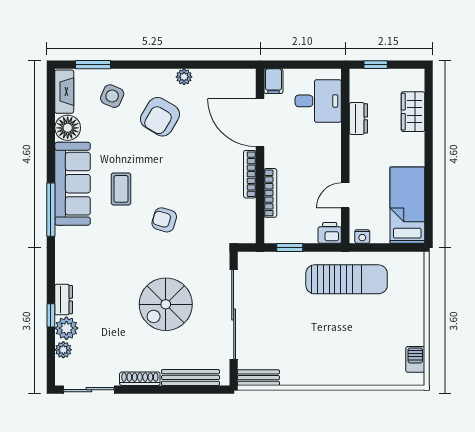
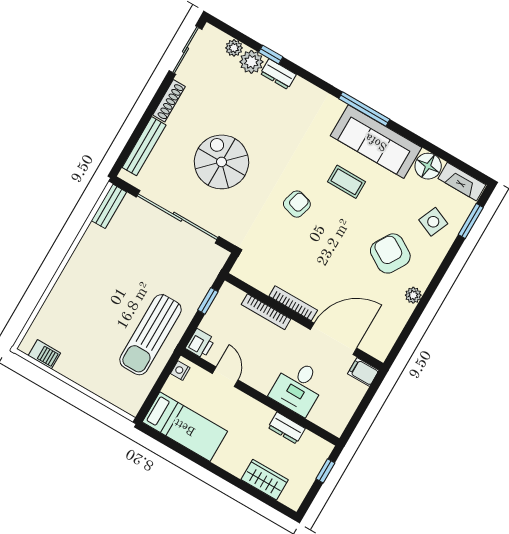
desk: (318, 101) -> (298, 387), moved

